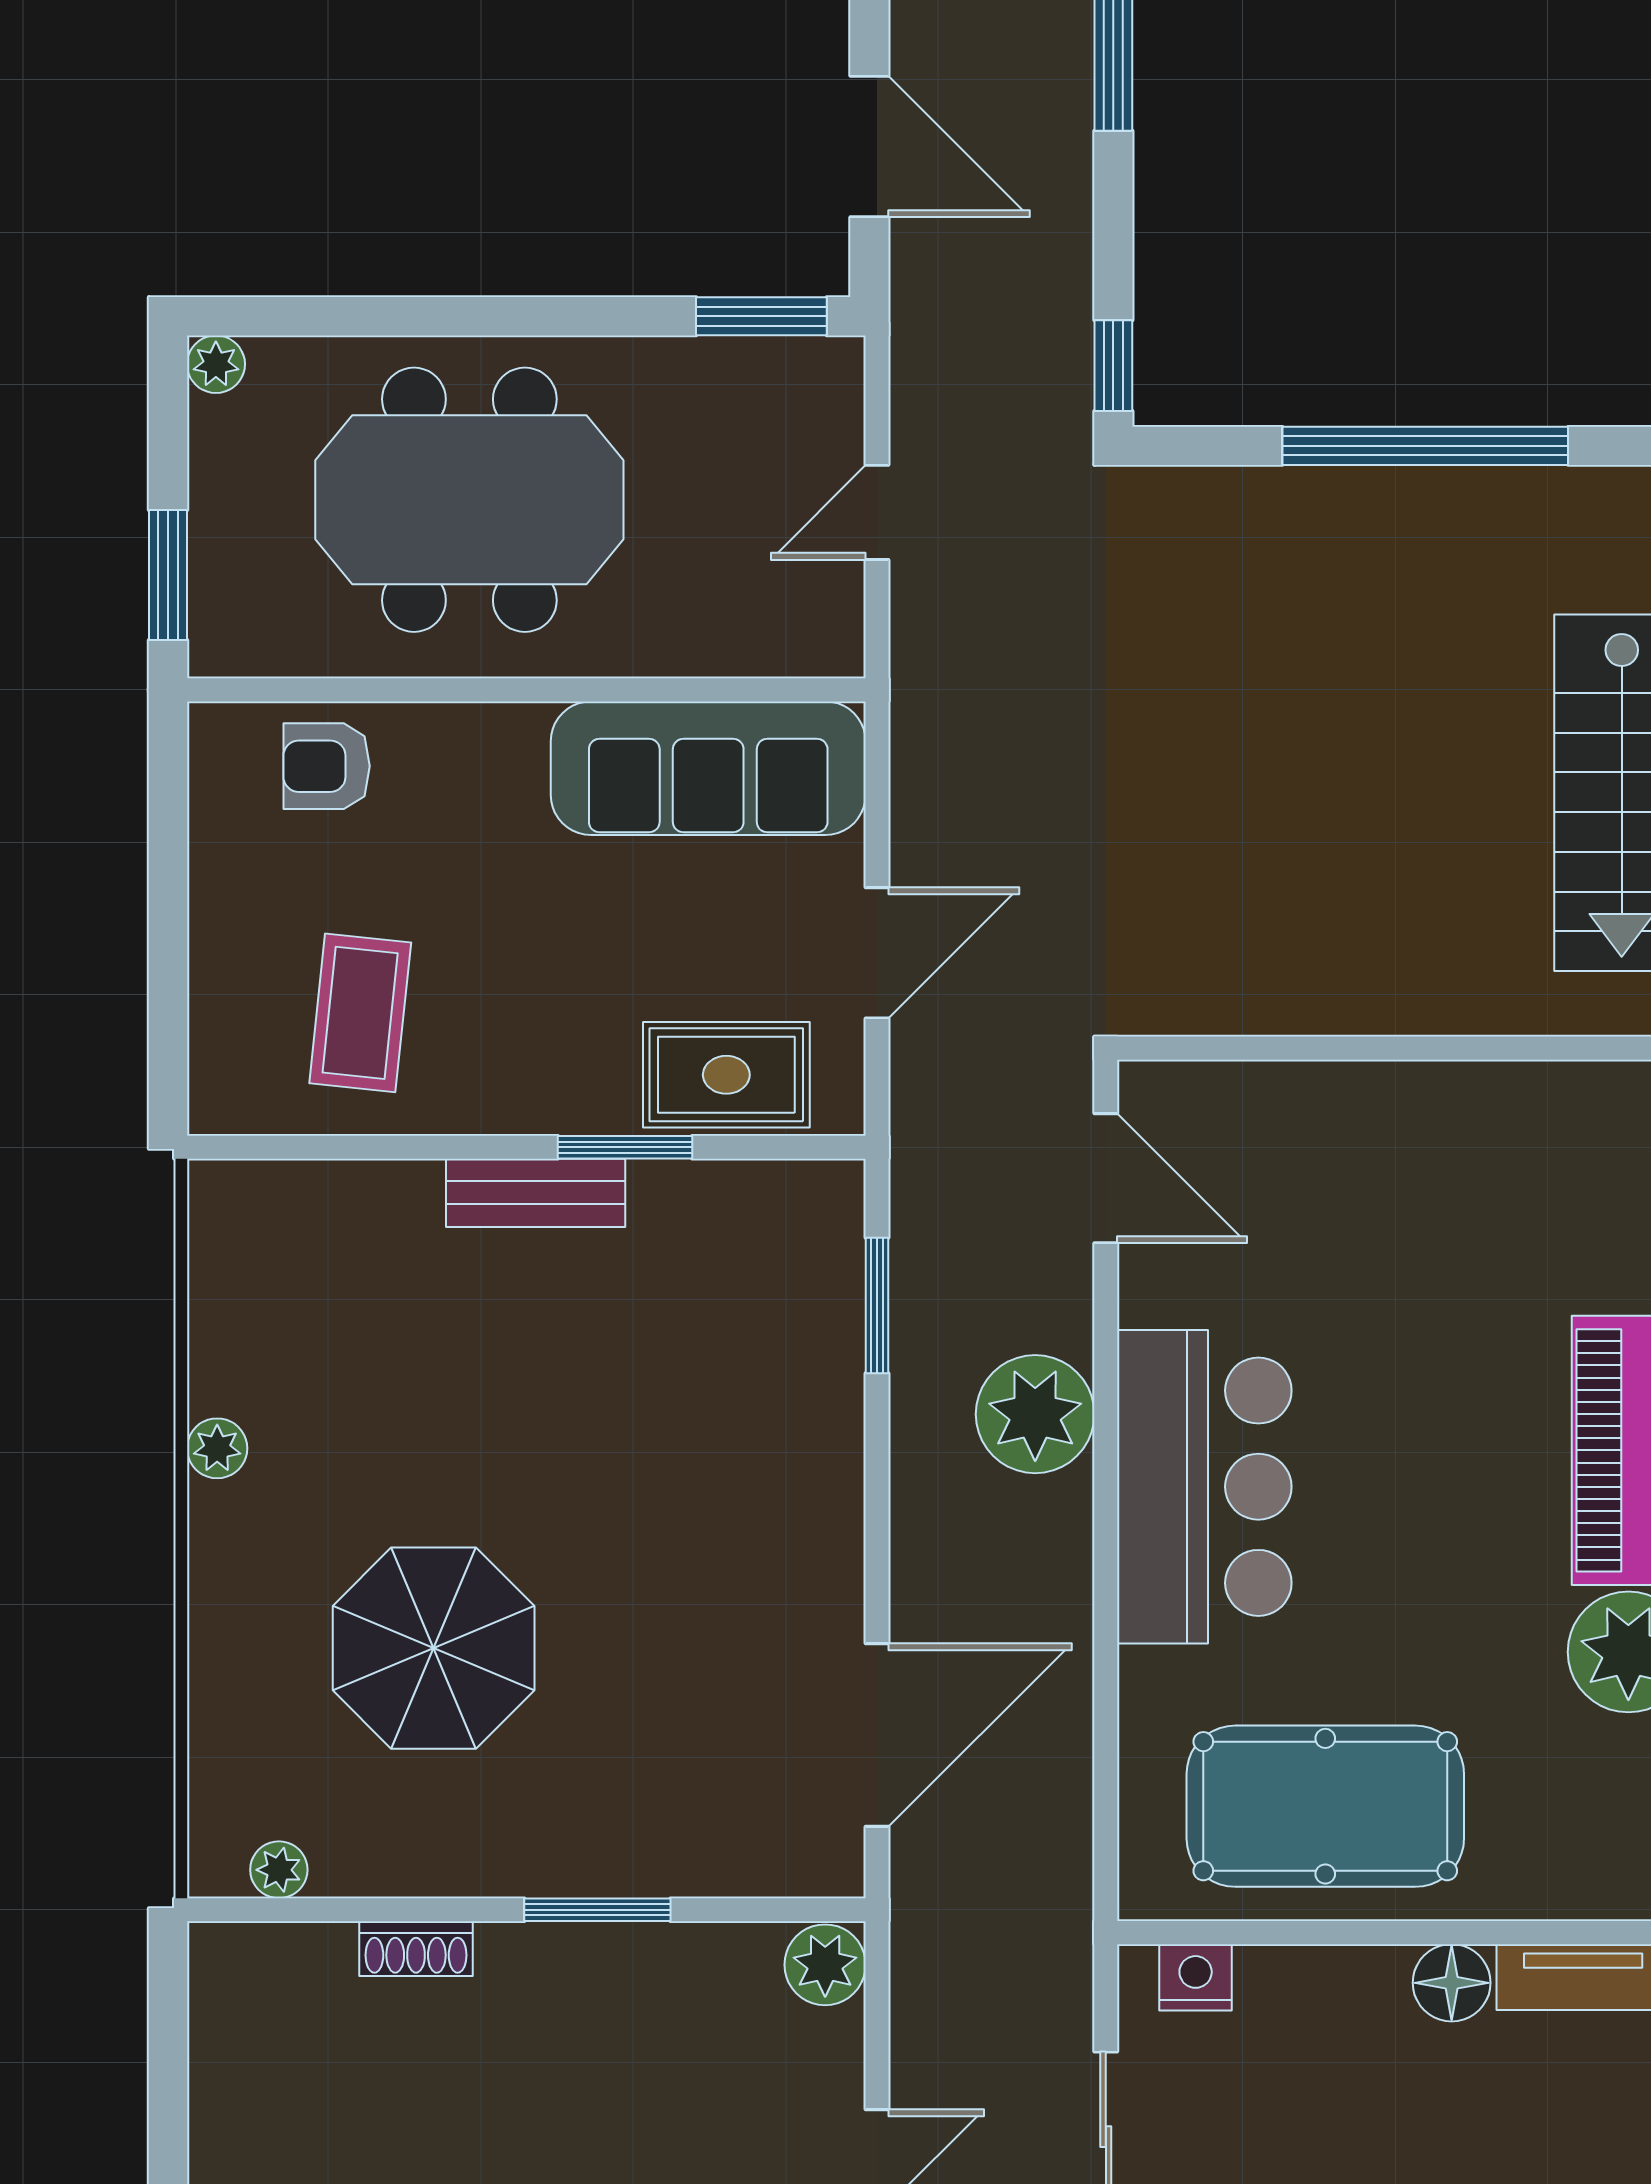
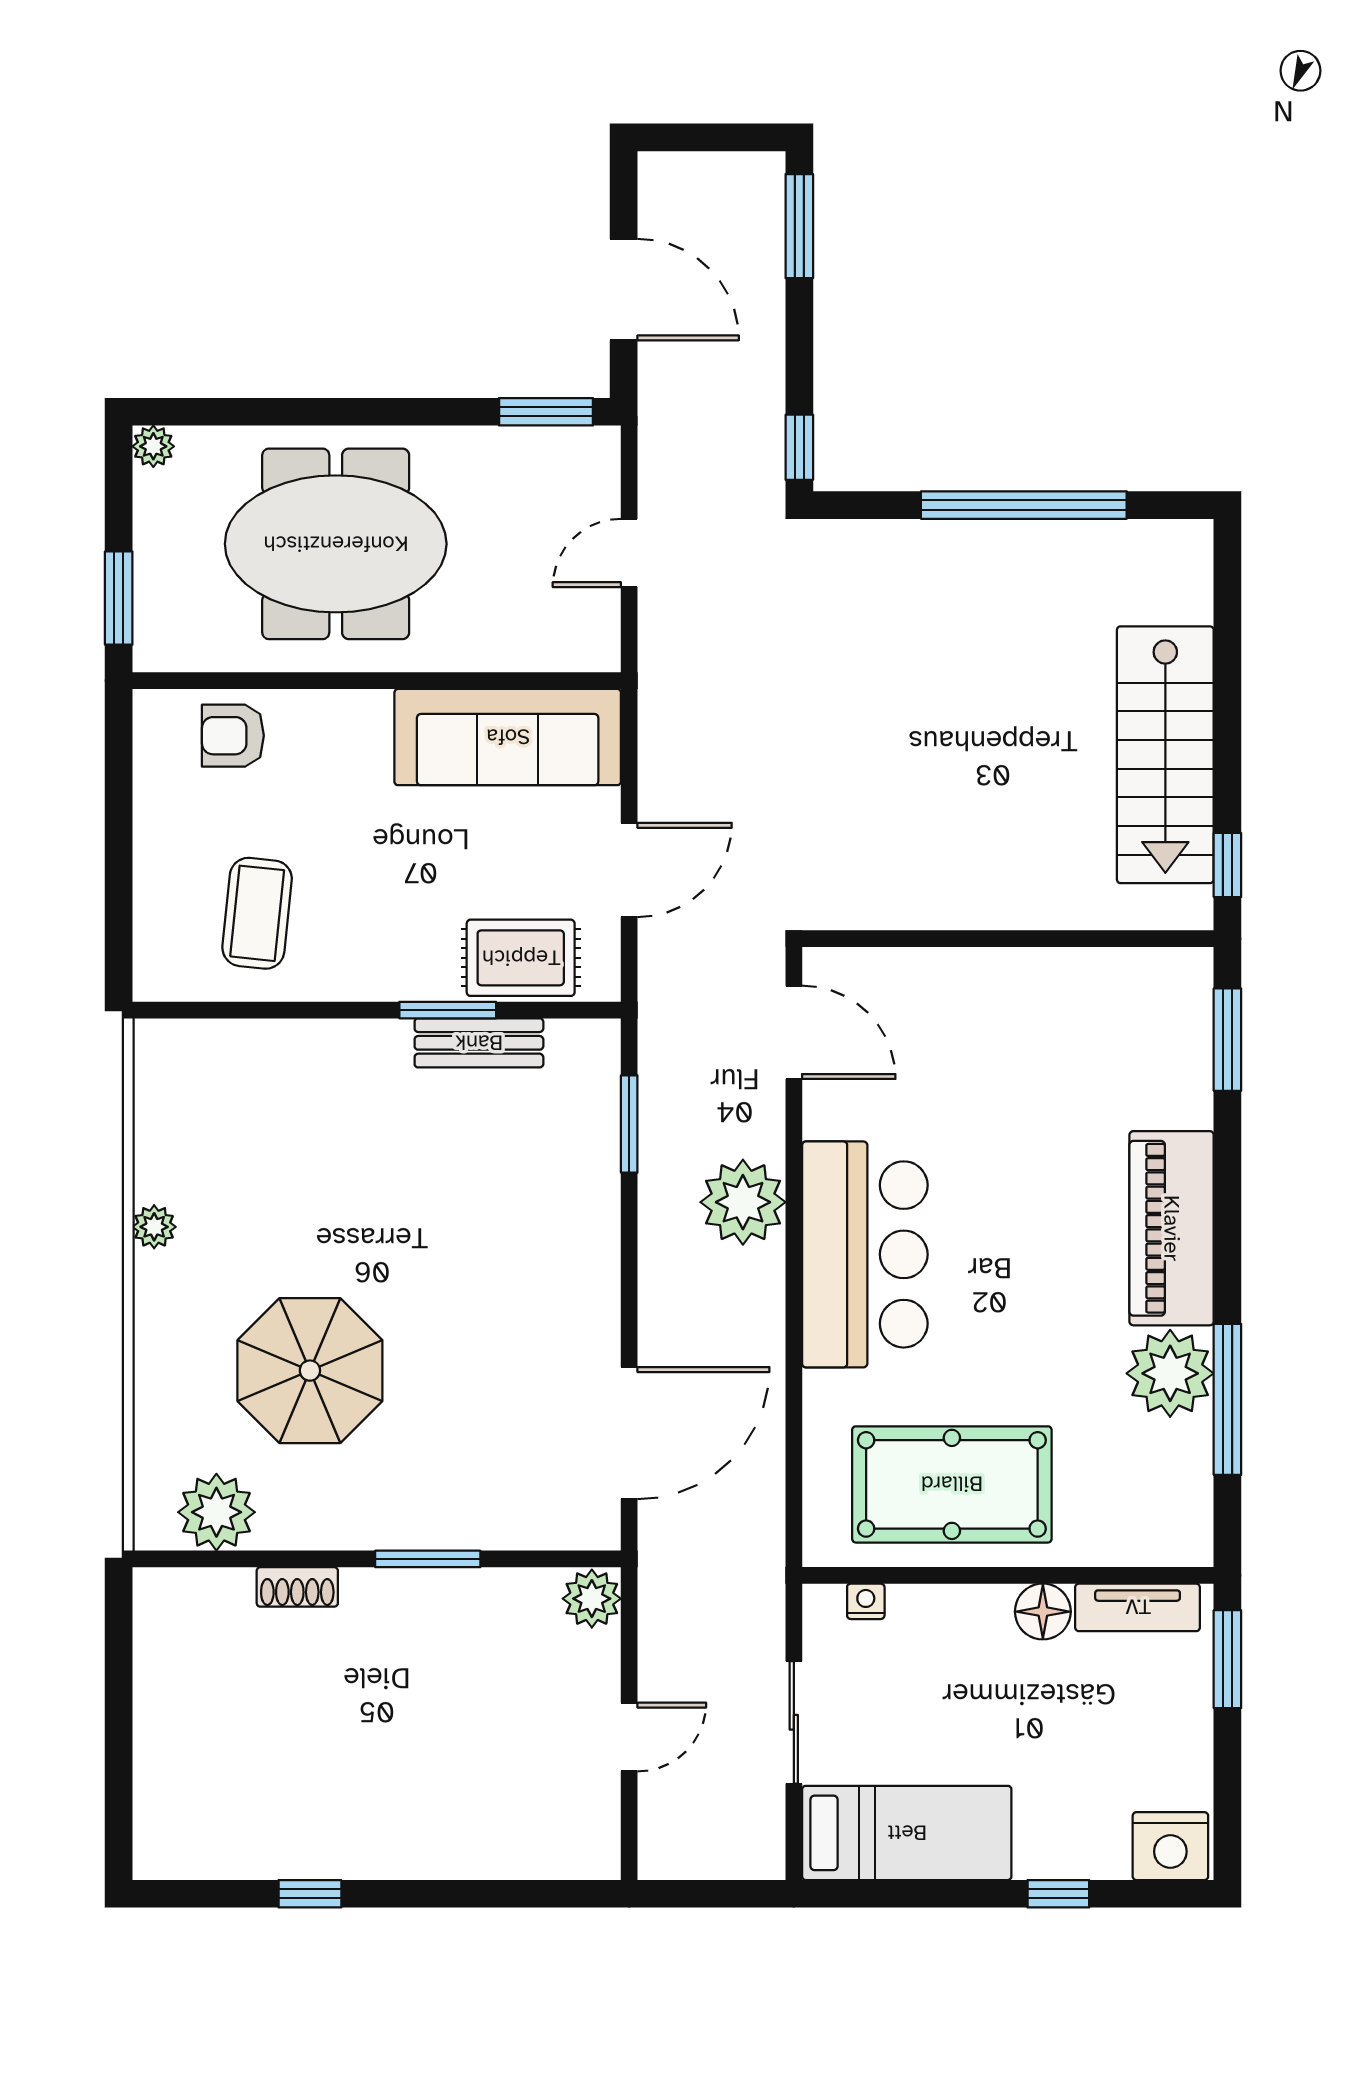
bench: (536, 1193) -> (479, 1043), moved
plant: (279, 1870) -> (216, 1512), width x1.88, depth x1.88
nightstand: (1196, 1977) -> (866, 1601), width x0.72, depth x0.74

